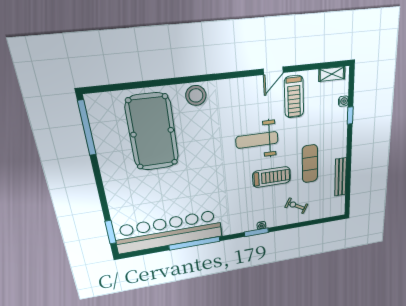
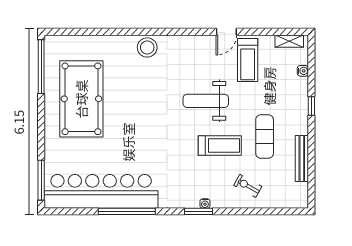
window: (350, 116) -> (311, 106), moved
pool table: (152, 132) -> (81, 99), moved
window: (111, 232) -> (41, 180), width x1.44

